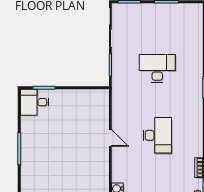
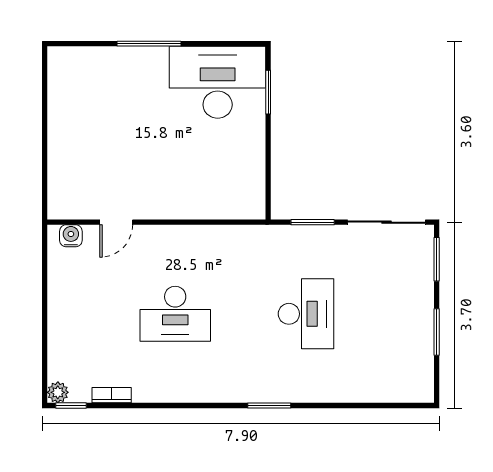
desk: (35, 102) -> (218, 82), width x1.87, depth x1.30
door: (110, 138) -> (116, 222), moved

